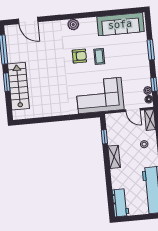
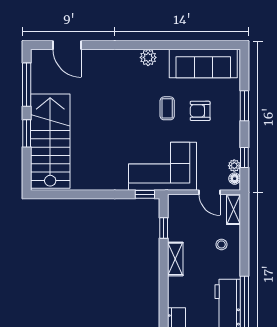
plant: (73, 25) -> (148, 57), moved
armchair: (79, 56) -> (200, 111), moved, turned 180
stairs: (19, 86) -> (50, 141), width x1.36, depth x1.51
window: (90, 115) -> (145, 194), added

